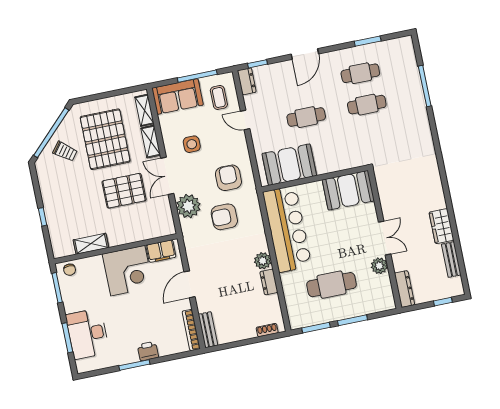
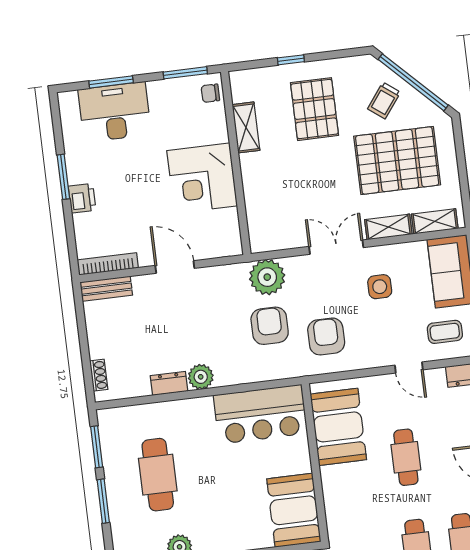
door: (245, 120) -> (409, 368), swing flipped
armchair: (228, 178) -> (326, 336), turned -90
pallet: (124, 191) -> (314, 109), moved
plant: (188, 206) -> (267, 277), moved
bar counter: (287, 229) -> (260, 414), width x0.73
filing cabinet: (161, 251) -> (227, 229), removed

